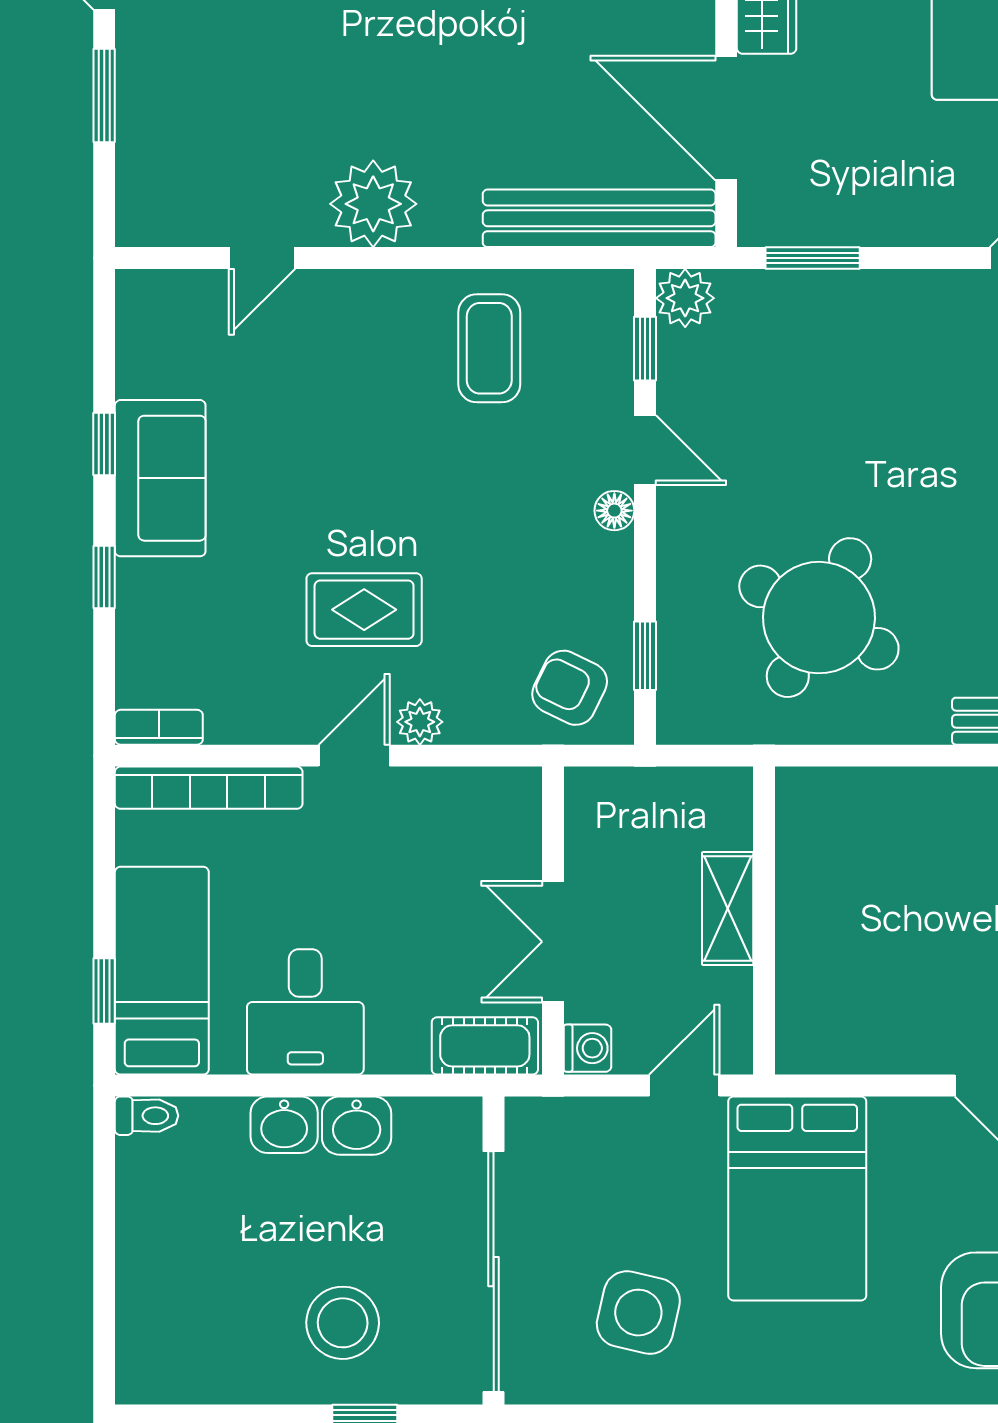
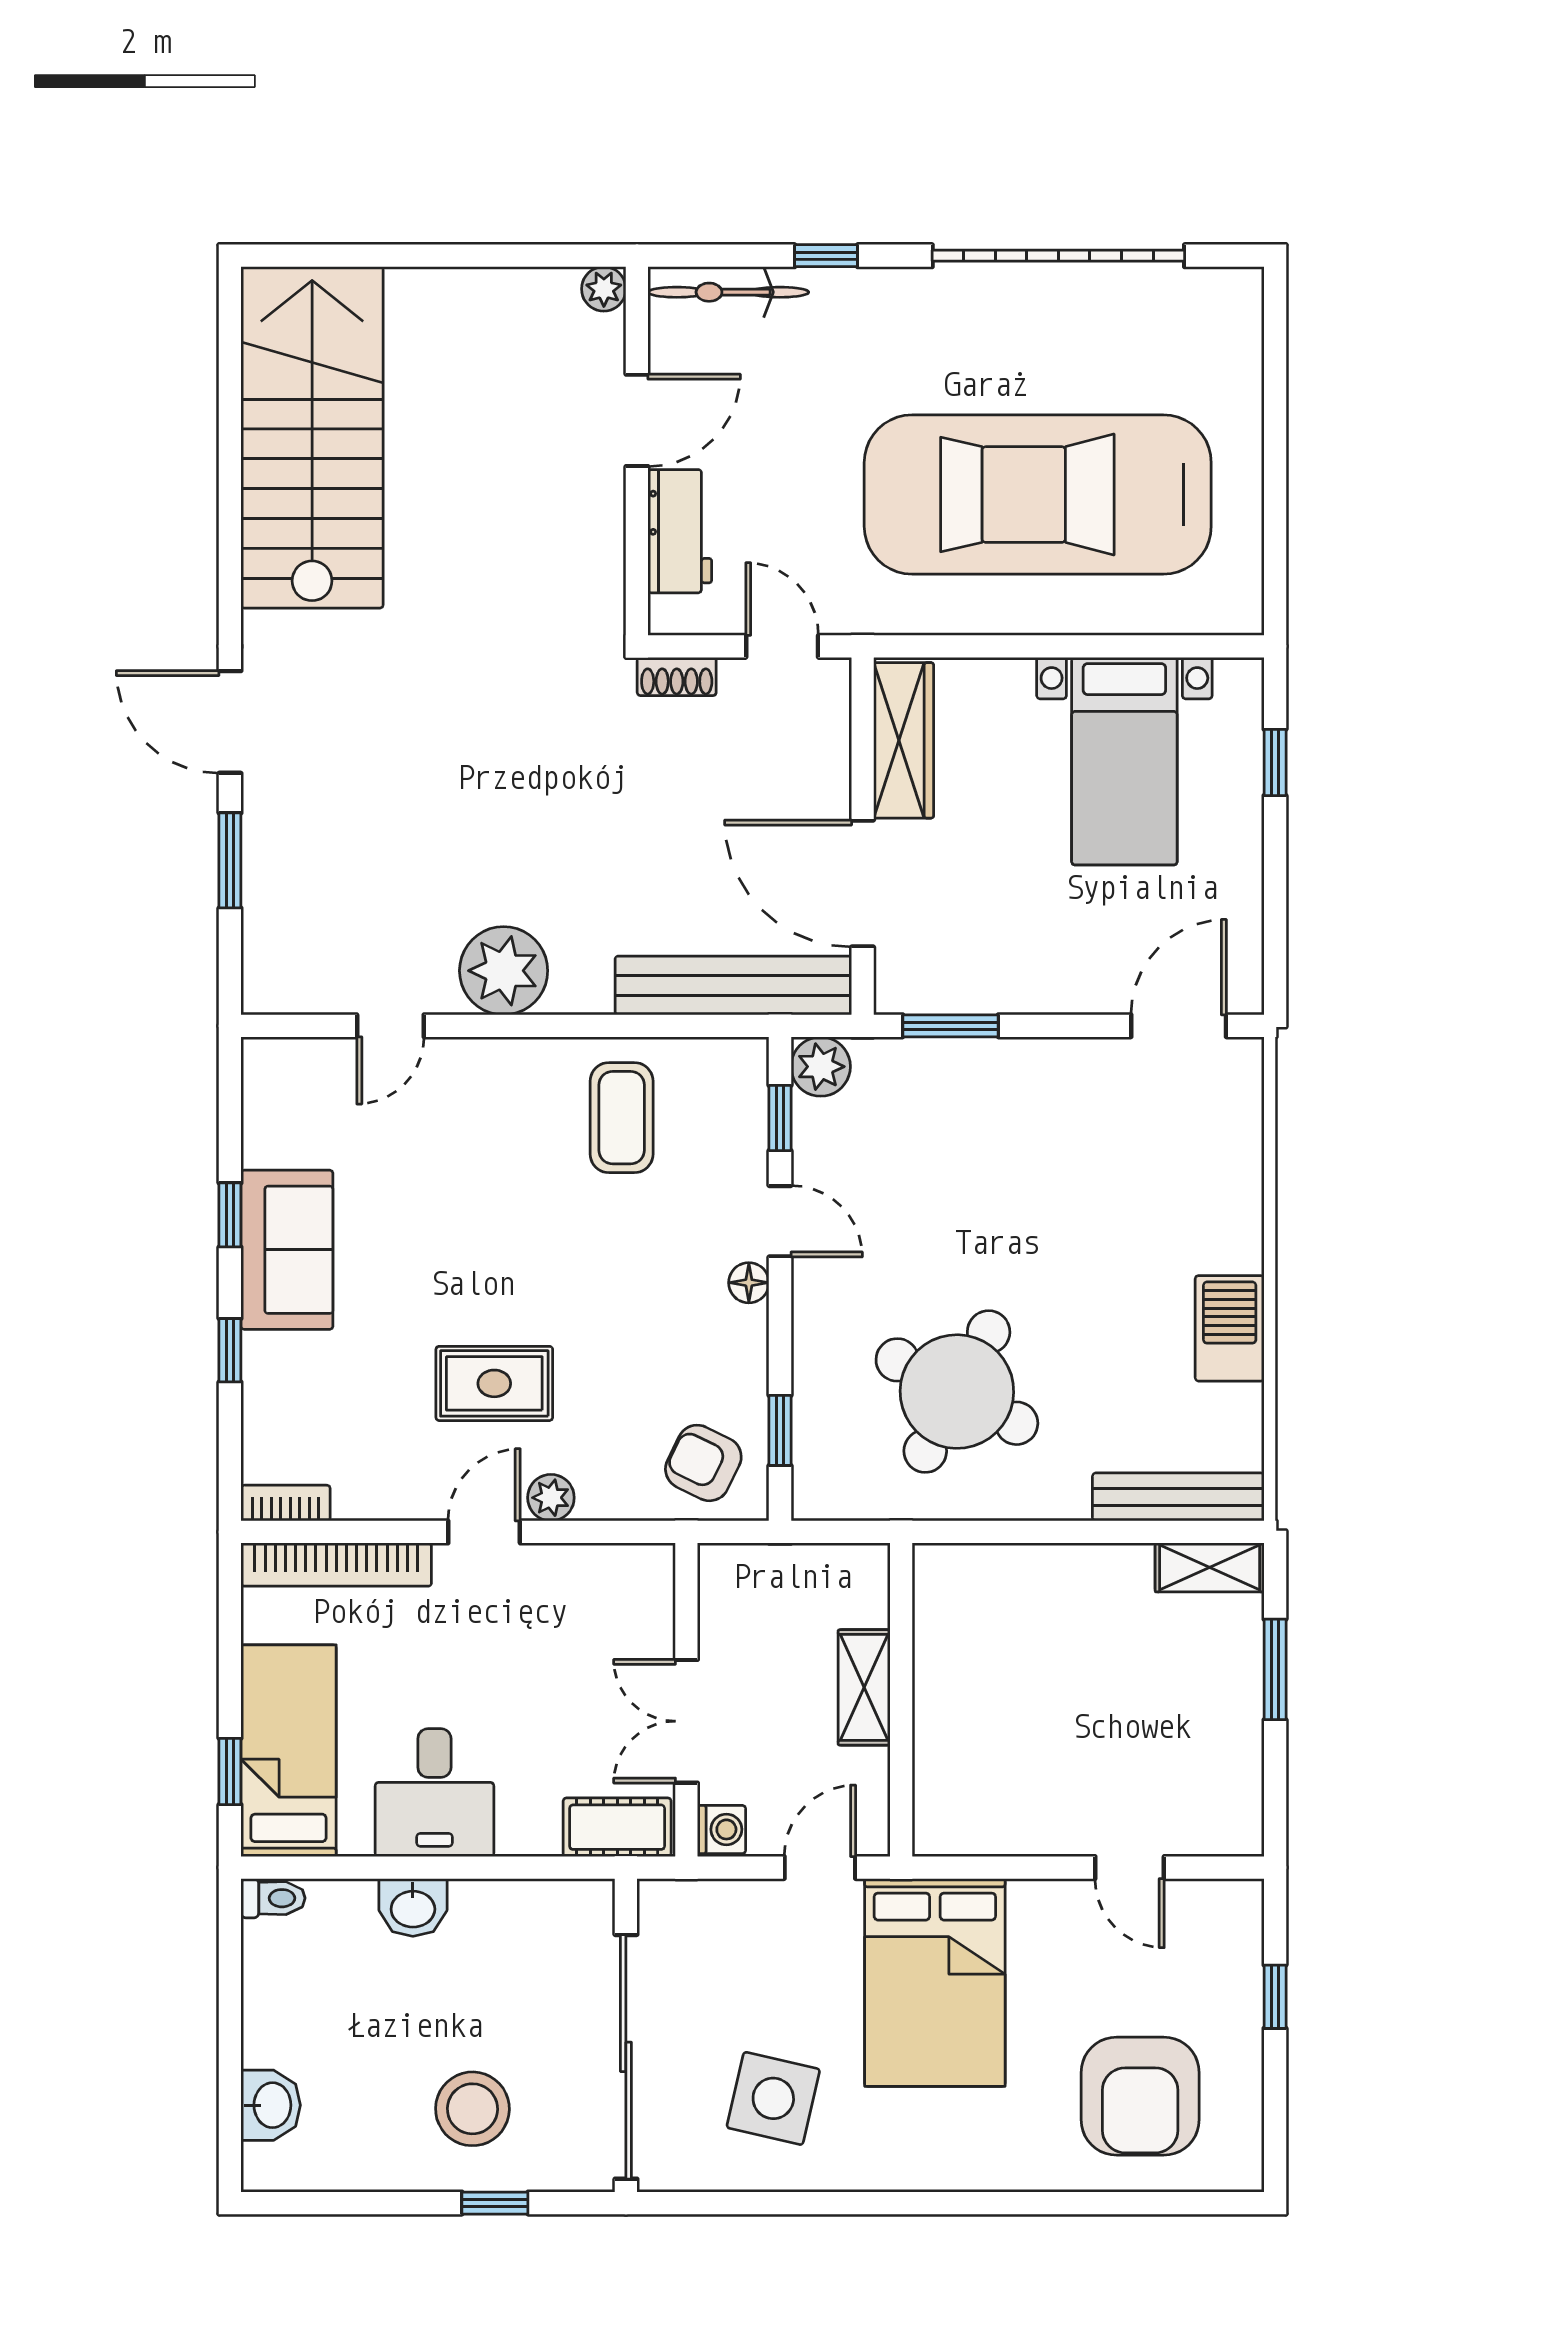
washbasin: (357, 1126) -> (271, 2105), moved, turned -90

